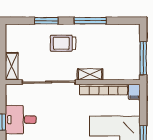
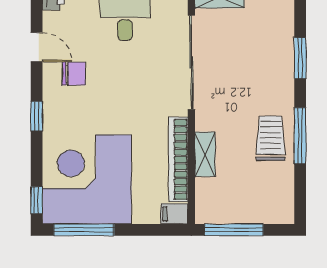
trolley: (63, 43) -> (271, 138), moved
shelving: (90, 74) -> (205, 154), moved

